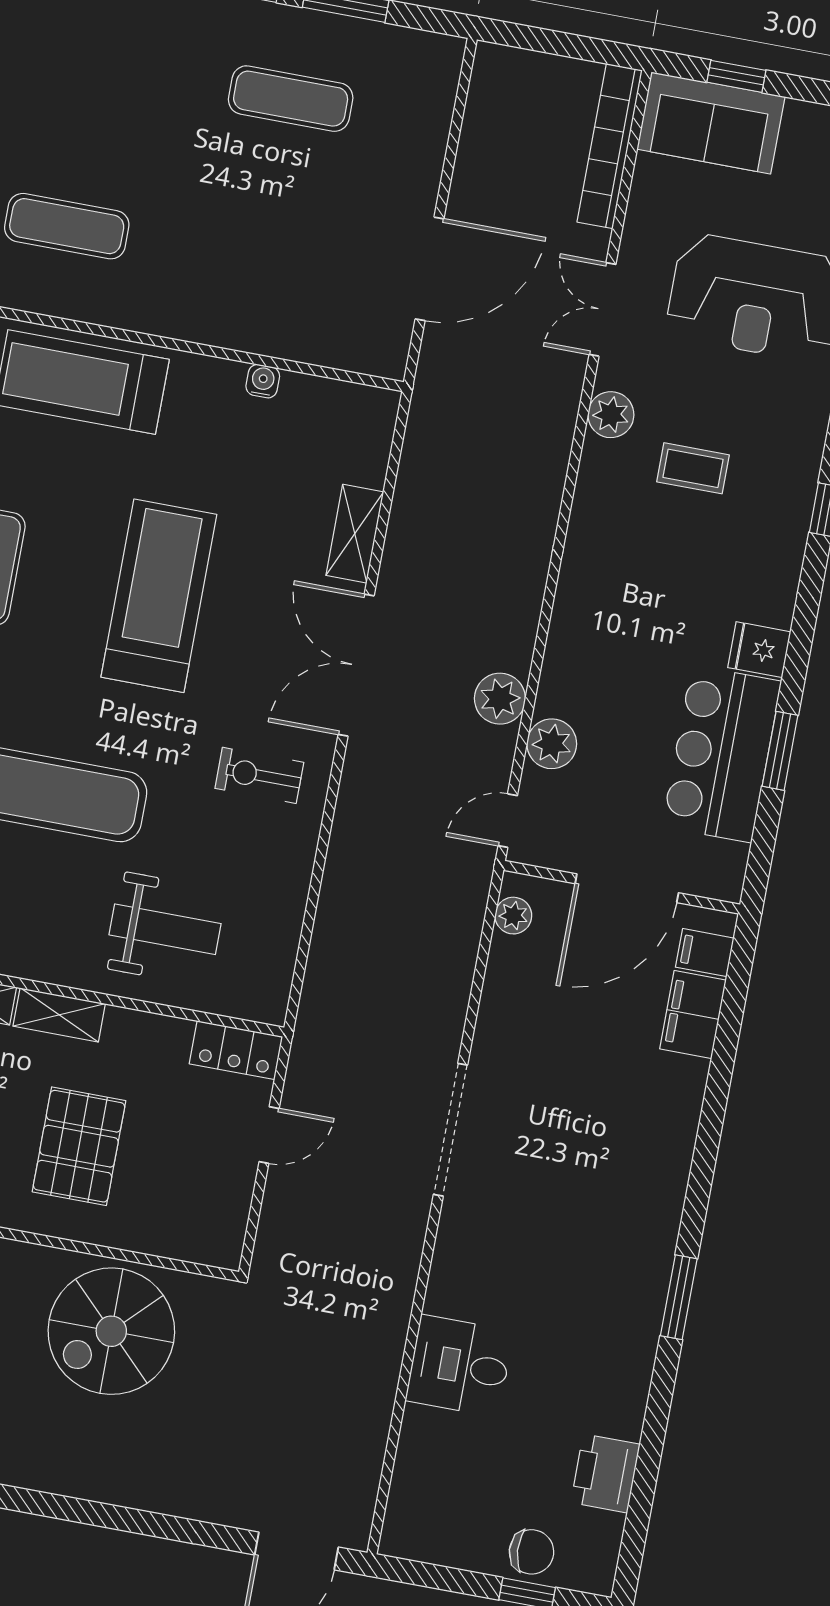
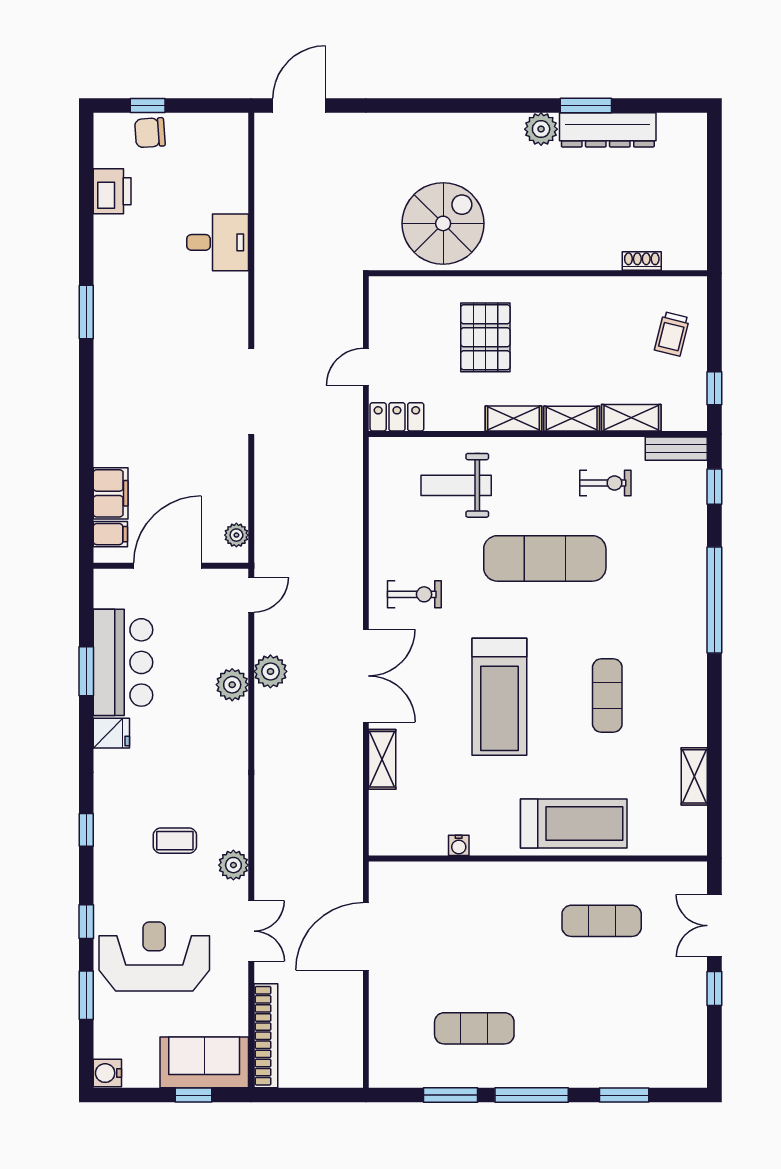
plant: (552, 744) -> (232, 685), moved

